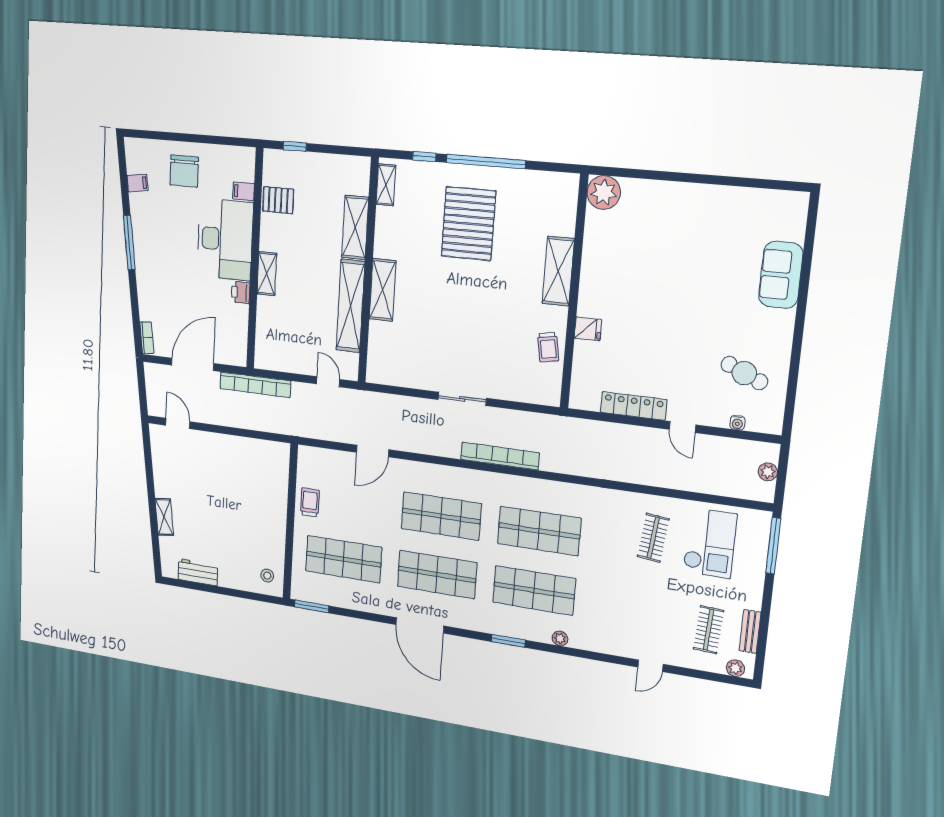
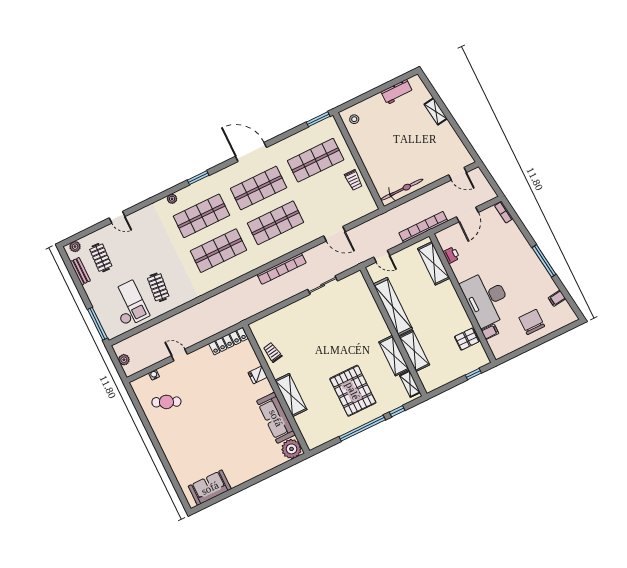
sofa: (599, 252) -> (276, 418), added
shelving: (267, 274) -> (434, 263), moved, width x1.50, depth x1.33
sofa: (781, 275) -> (210, 488), moved, turned -90
shelving: (383, 290) -> (394, 356), moved
printer: (241, 292) -> (451, 255), moved
door: (193, 364) -> (467, 215), width x0.73
sliding door: (462, 399) -> (323, 285), moved
locker: (634, 406) -> (228, 341), moved
bicycle: (257, 450) -> (402, 190), added
door: (373, 451) -> (334, 234), swing flipped
bookcase: (500, 456) -> (282, 269), moved
checkout: (710, 543) -> (129, 304), turned 180
door: (650, 666) -> (117, 217), swing flipped

